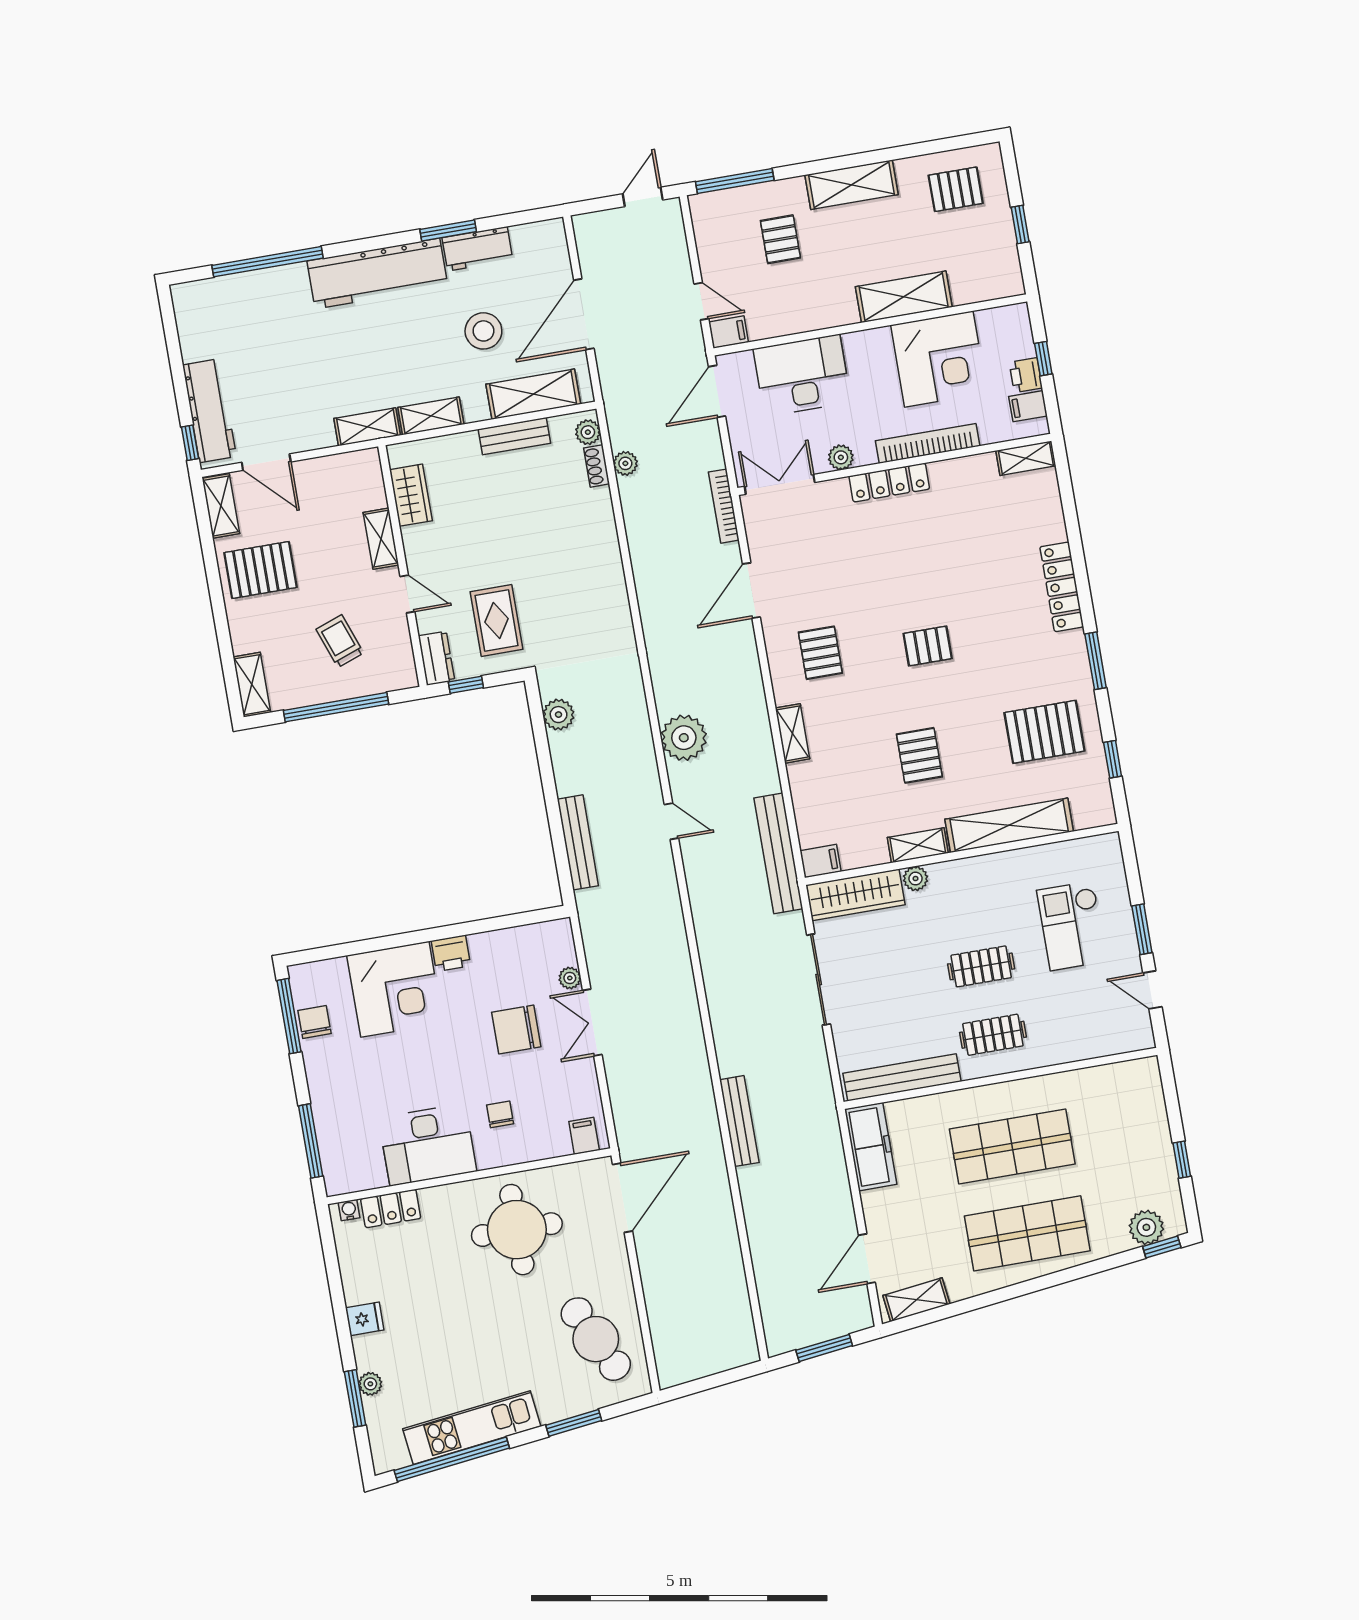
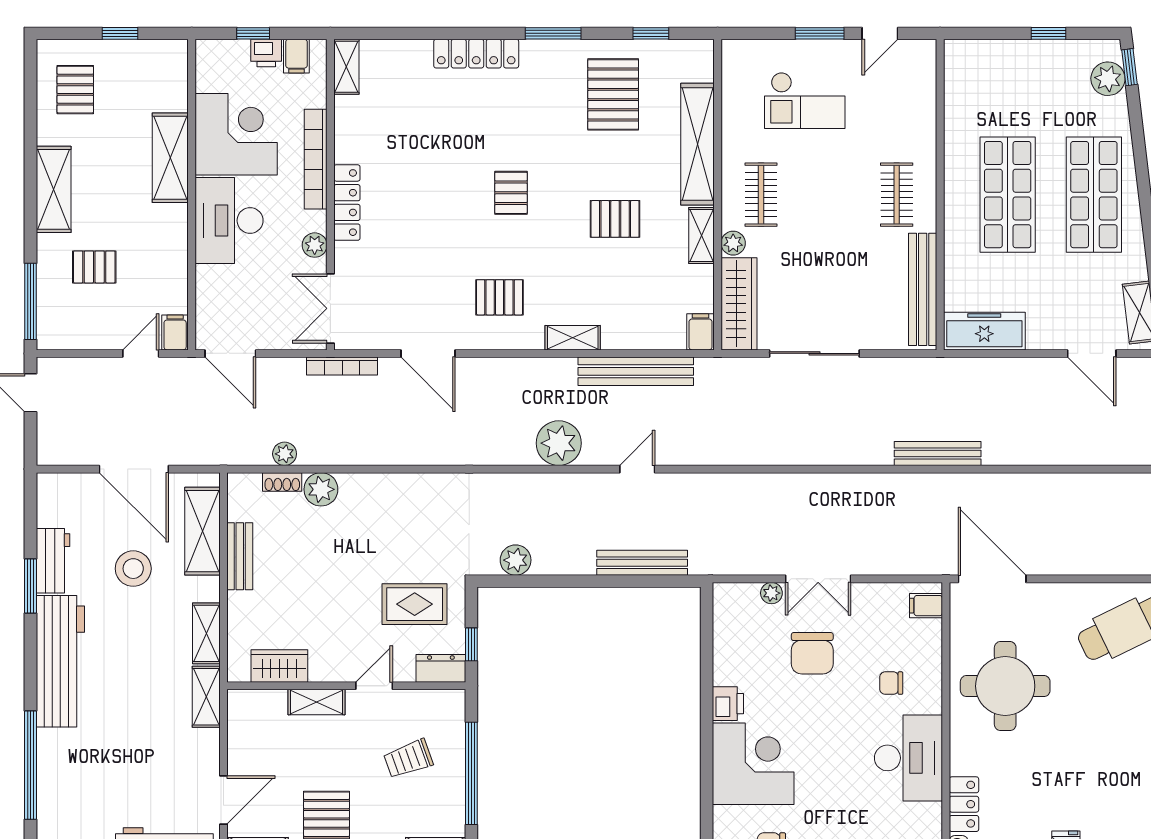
desk: (802, 375) -> (229, 221), moved
plant: (588, 432) -> (321, 489), moved, width x1.38, depth x1.38
bench: (778, 853) -> (636, 371), moved
clothes rail: (981, 966) -> (761, 195), moved

